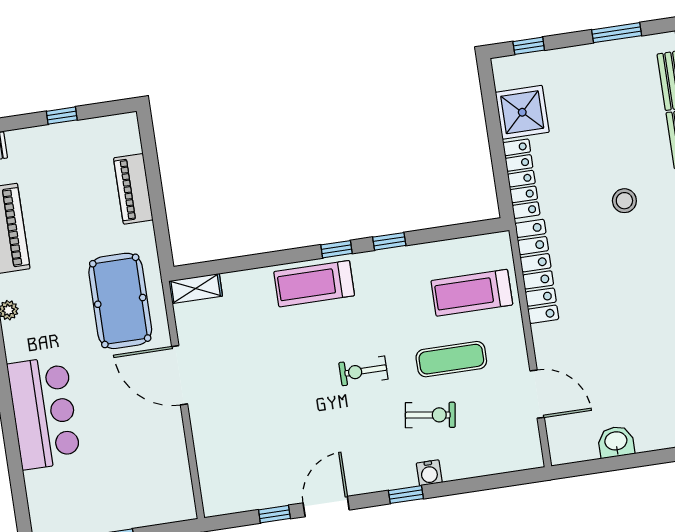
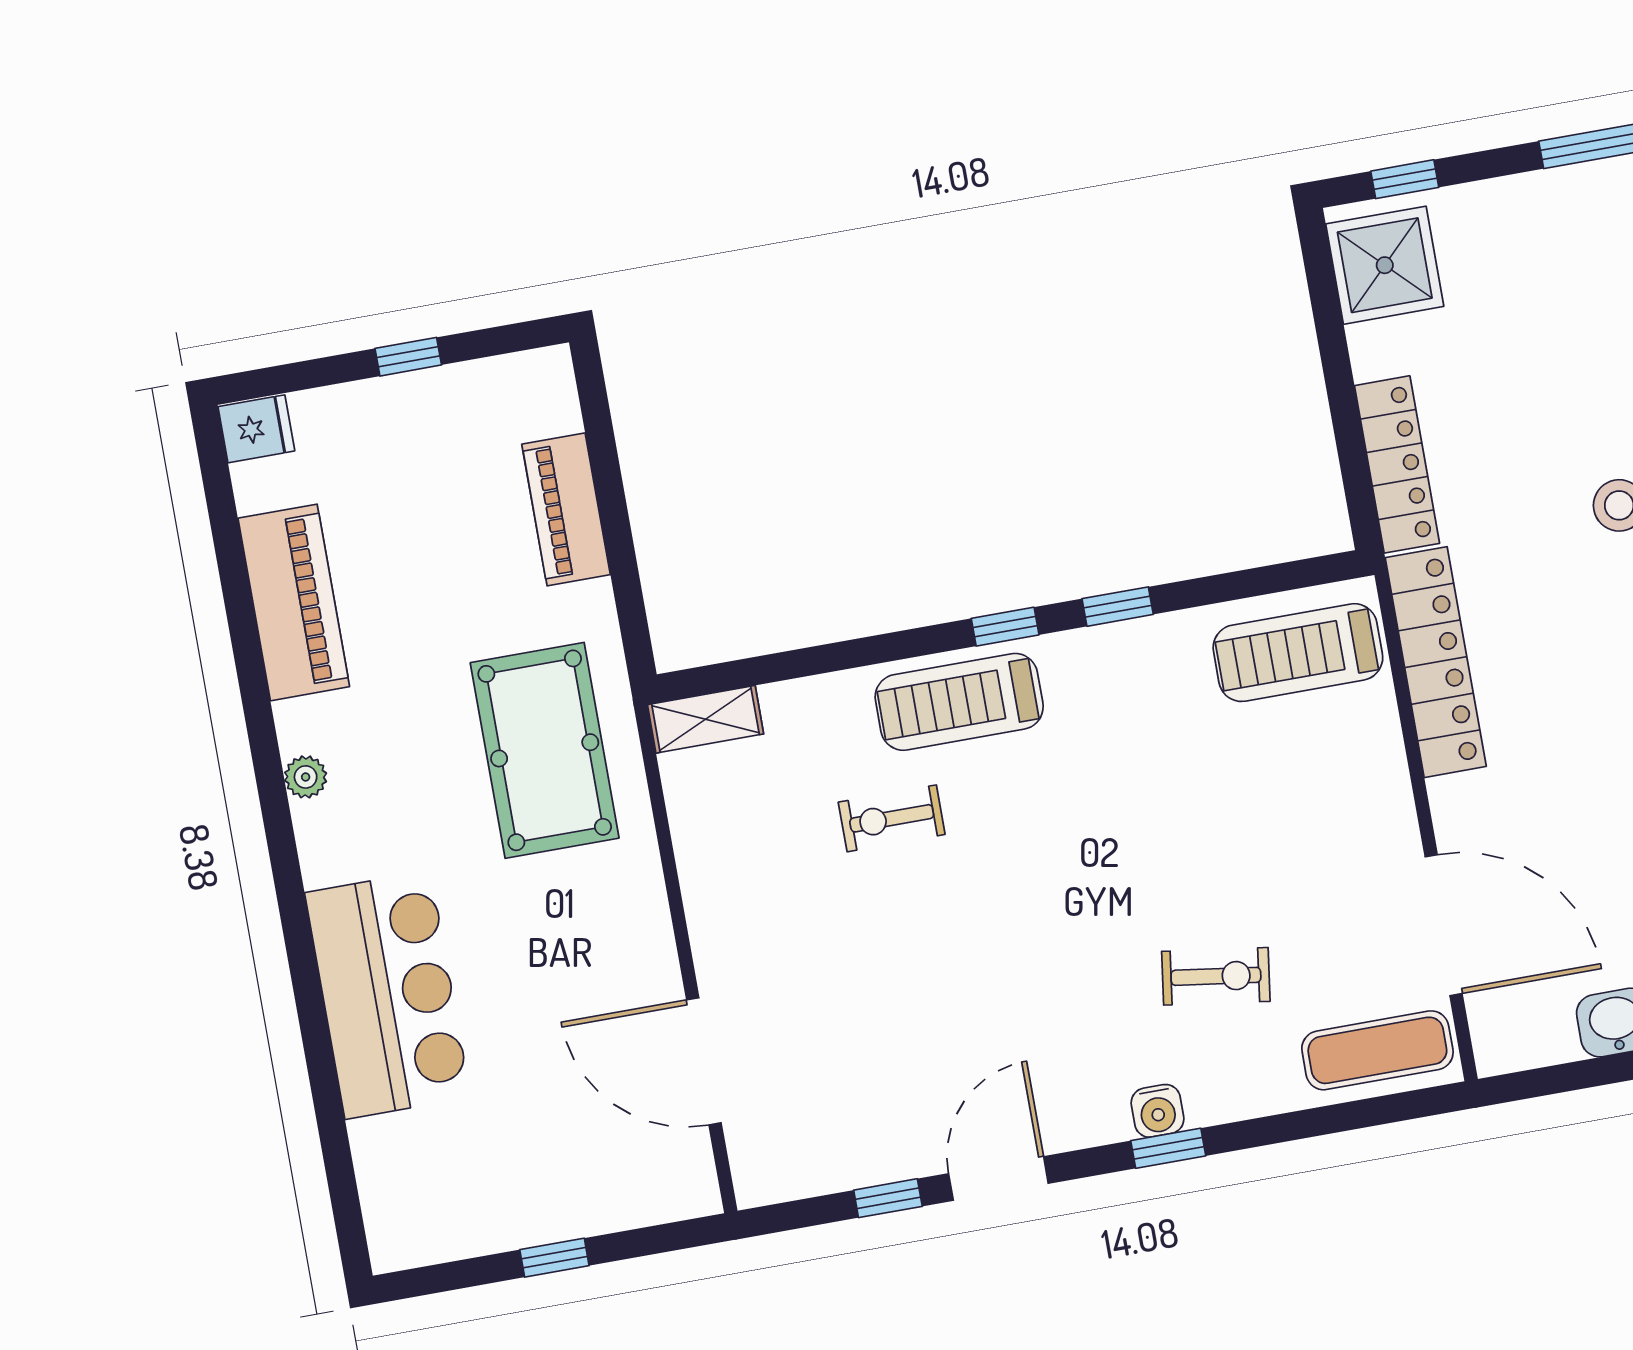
shower: (522, 112) -> (1385, 265), moved
treadmill: (472, 293) -> (1298, 653), moved
exercise mat: (451, 359) -> (1377, 1050), moved
exercise bike: (363, 371) -> (892, 818), moved
door: (180, 375) -> (704, 1061), moved
door: (537, 394) -> (1444, 925), width x1.36
water cooler: (429, 473) -> (1157, 1111), moved

